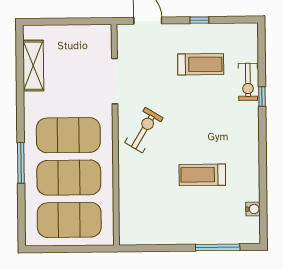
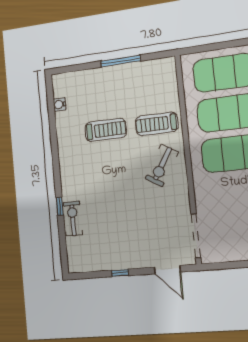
treadmill: (201, 64) -> (157, 124), moved
doorway: (115, 81) -> (196, 236), moved
window: (218, 247) -> (120, 61), moved

